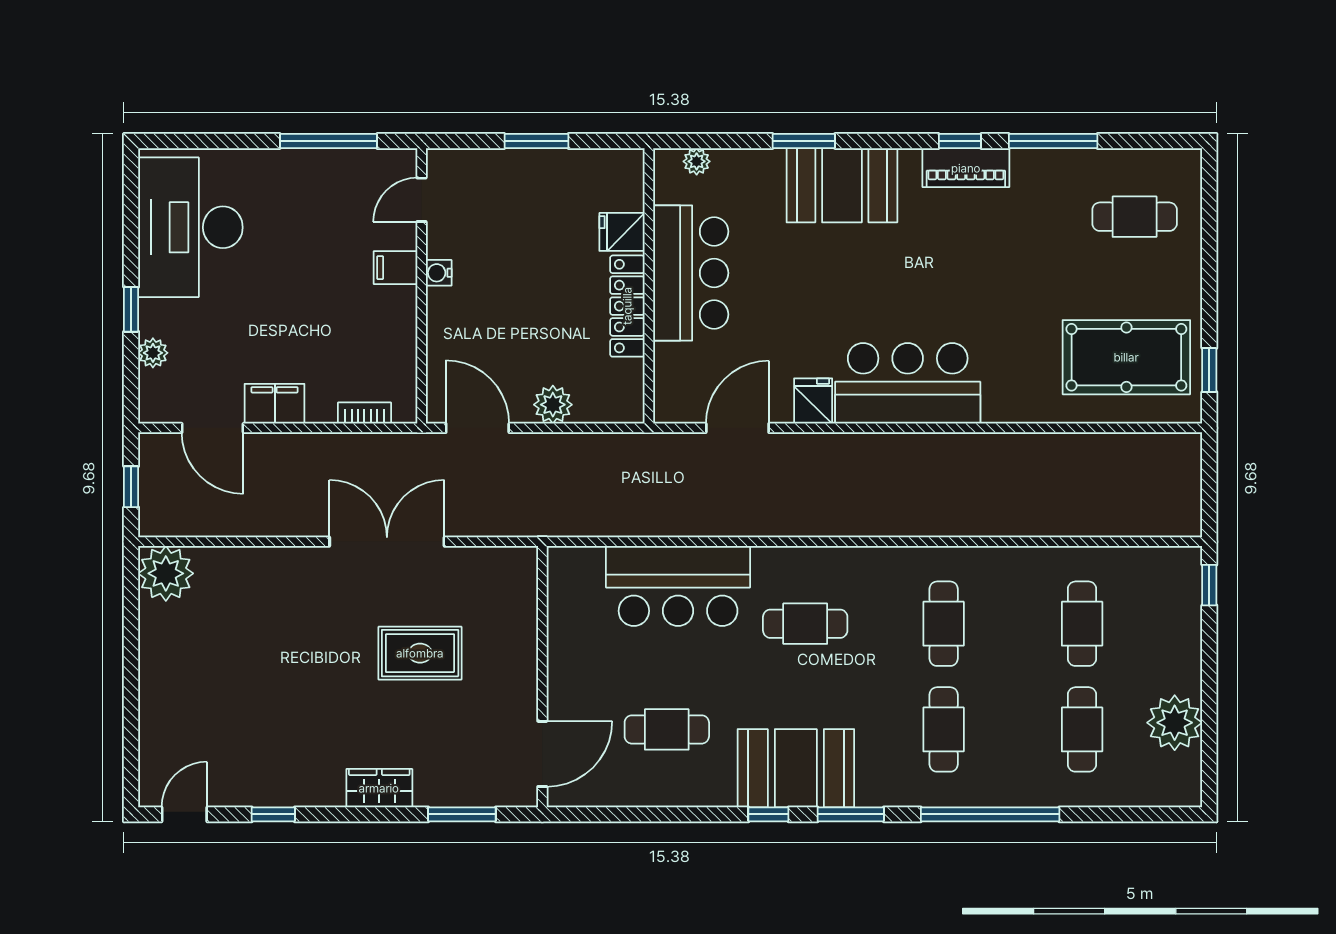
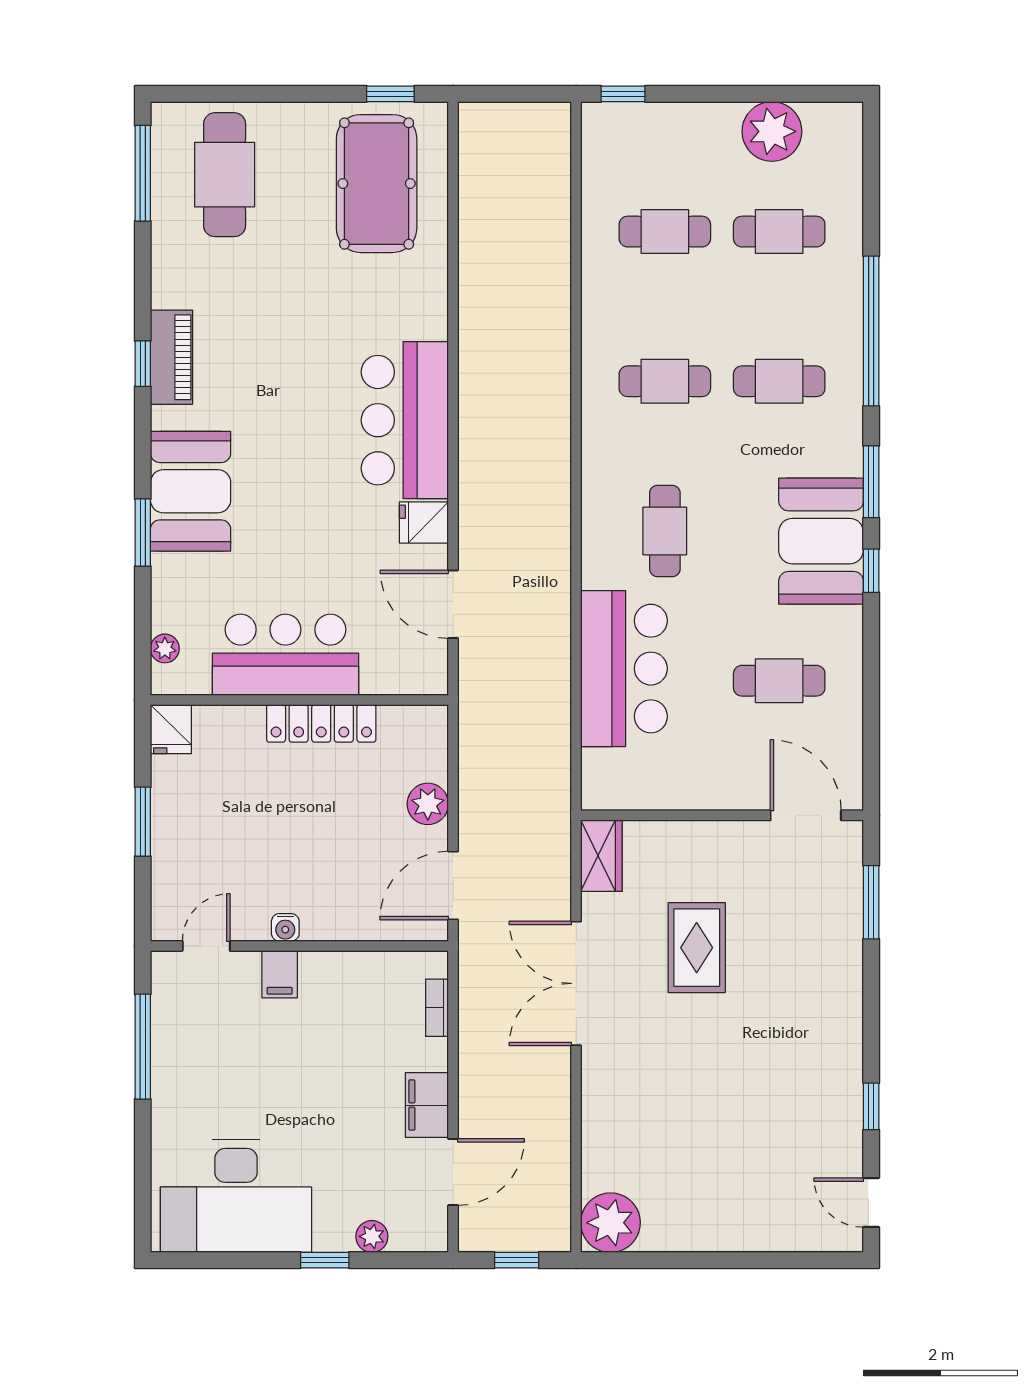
window: (1053, 141) -> (143, 173), moved
door: (422, 200) -> (206, 946), swing flipped
cafe table: (1135, 217) -> (225, 175), width x1.37, depth x1.35
fridge: (622, 232) -> (171, 729), moved
cafe table: (667, 729) -> (779, 681), turned 90
wardrobe: (379, 788) -> (601, 856), moved, turned 180

